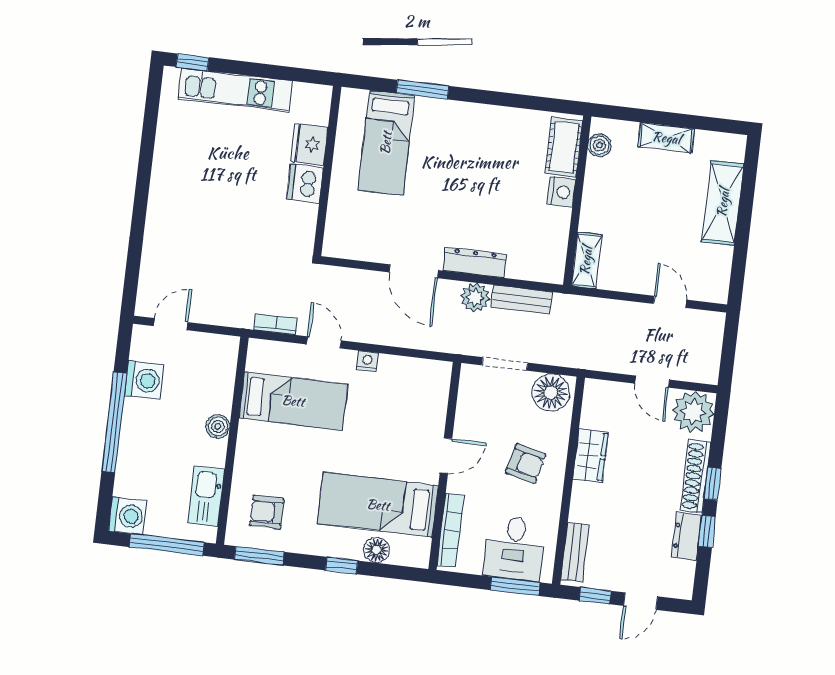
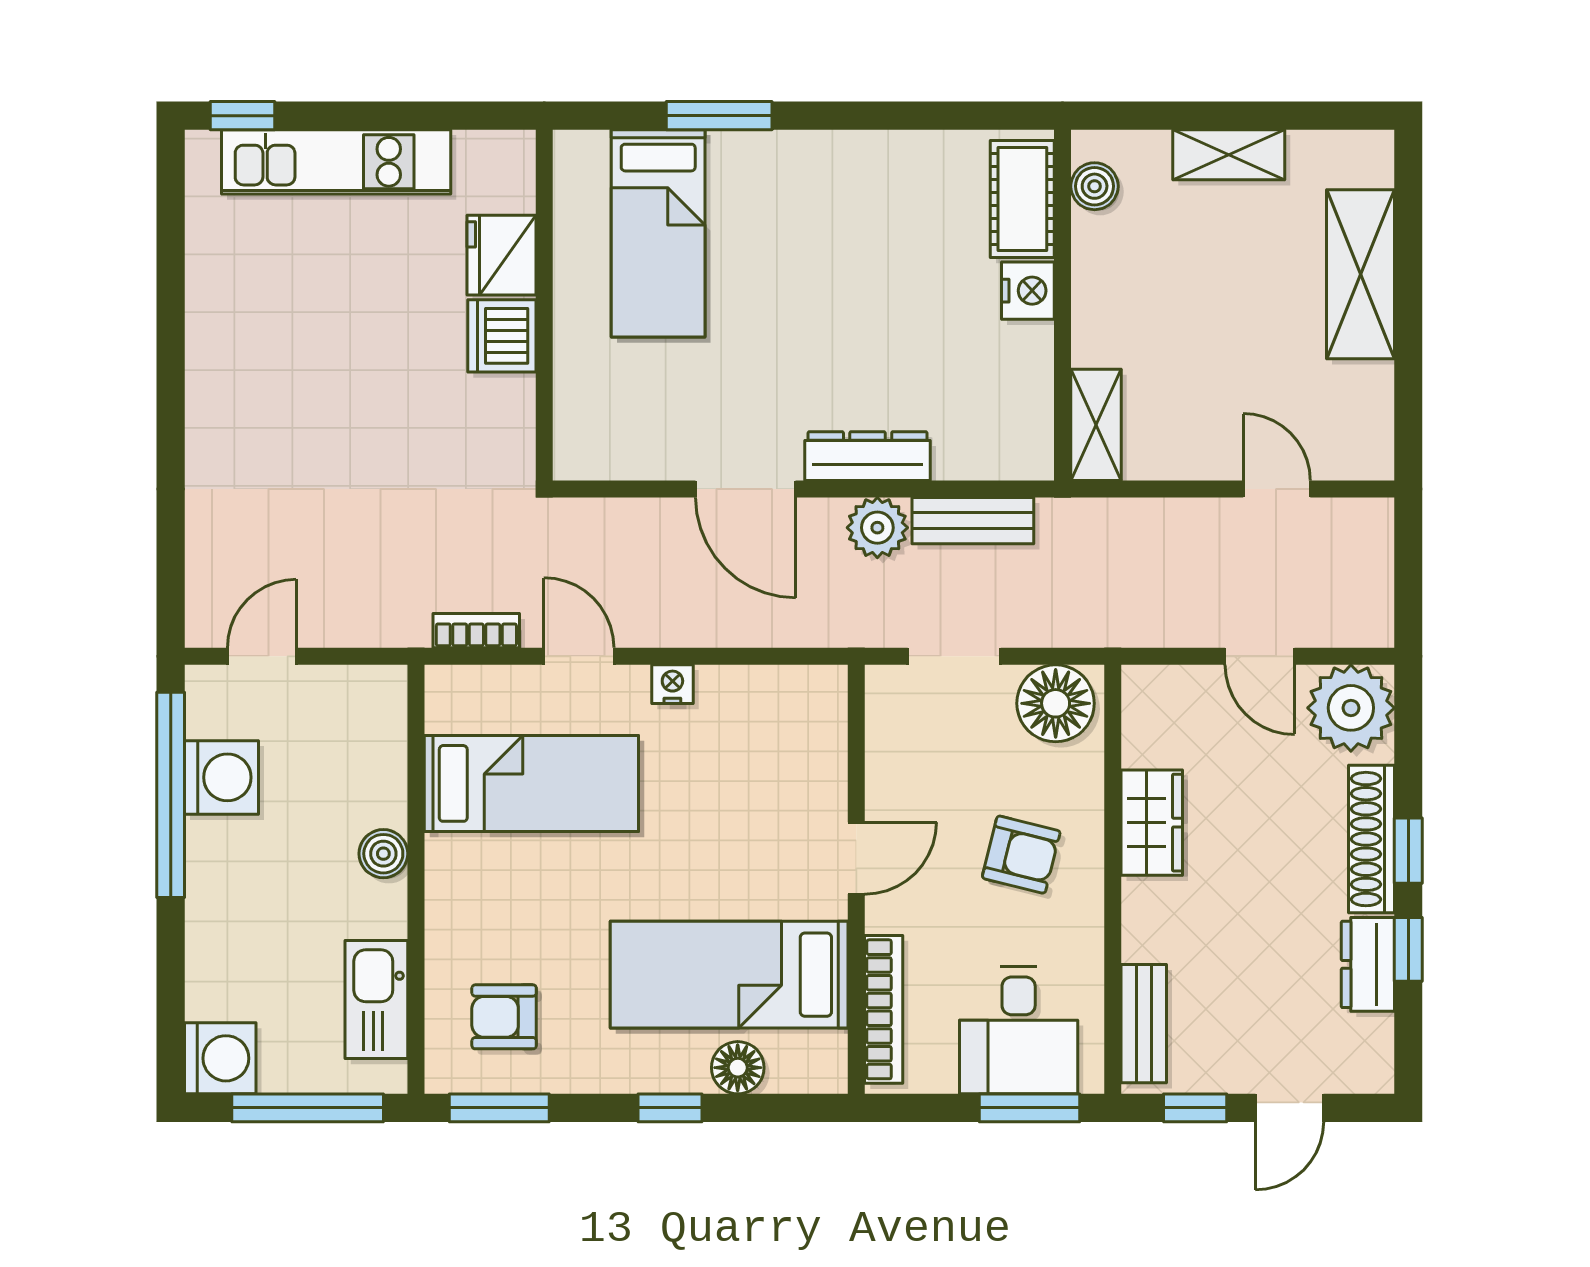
window: (114, 422) -> (171, 795), moved

